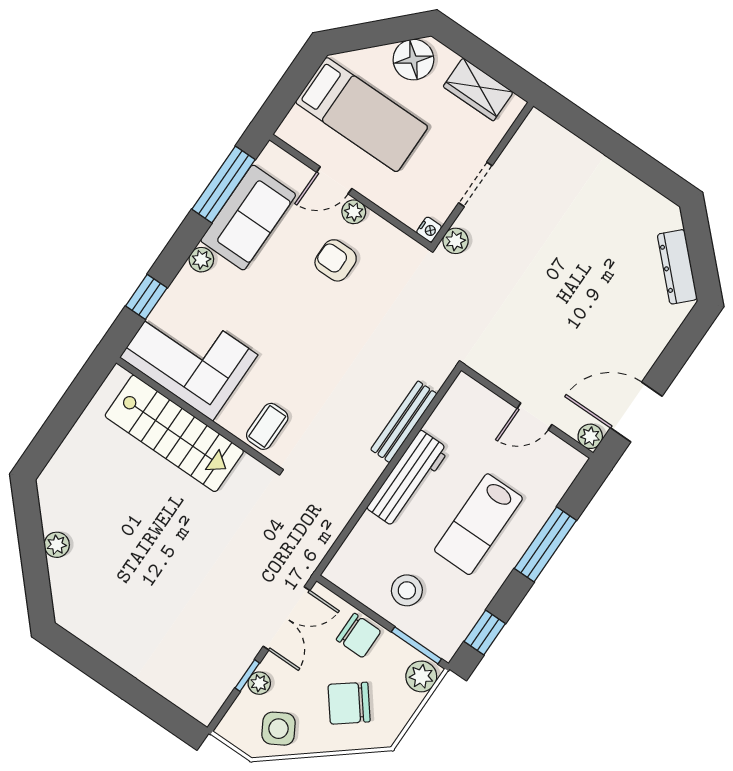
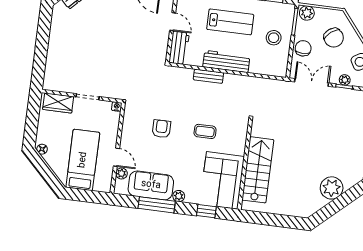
floor lamp: (413, 60) -> (42, 149), width x0.53, depth x0.53
wardrobe: (478, 89) -> (58, 103), moved, turned 90
window: (224, 184) -> (157, 205), moved
plant: (354, 212) -> (122, 173), moved
plant: (456, 241) -> (116, 93), removed
armchair: (336, 260) -> (161, 129), moved, turned 180
workbench: (479, 403) -> (179, 48), added
bench: (404, 422) -> (208, 76), width x0.73
coffee table: (267, 426) -> (205, 131), moved
plant: (57, 545) -> (332, 188), width x1.88, depth x1.88

